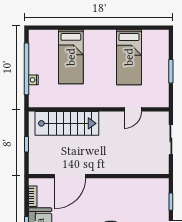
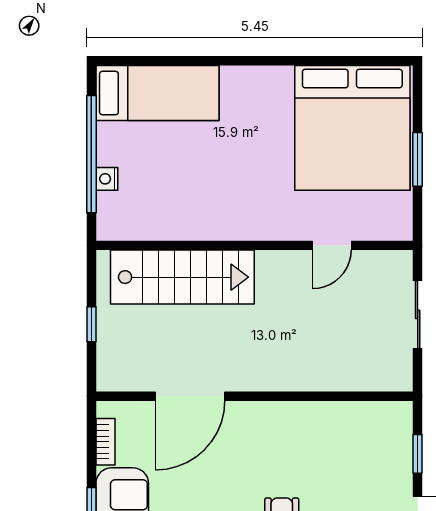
bed: (71, 57) -> (157, 93), moved, turned -90
bed: (129, 57) -> (352, 128), width x2.04

